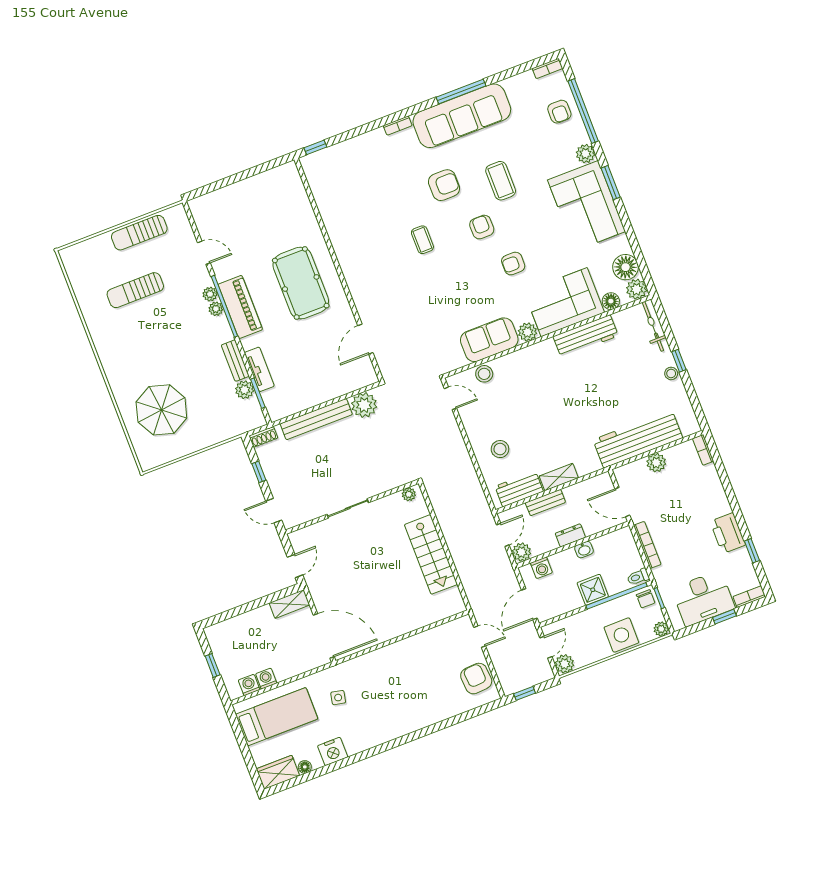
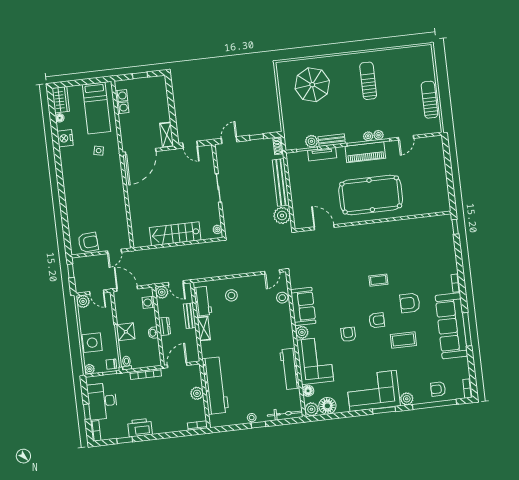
armchair: (444, 185) -> (410, 303), turned 90
pool table: (301, 283) -> (371, 195), width x1.36, depth x1.32
sun lounger: (135, 290) -> (368, 81), moved

